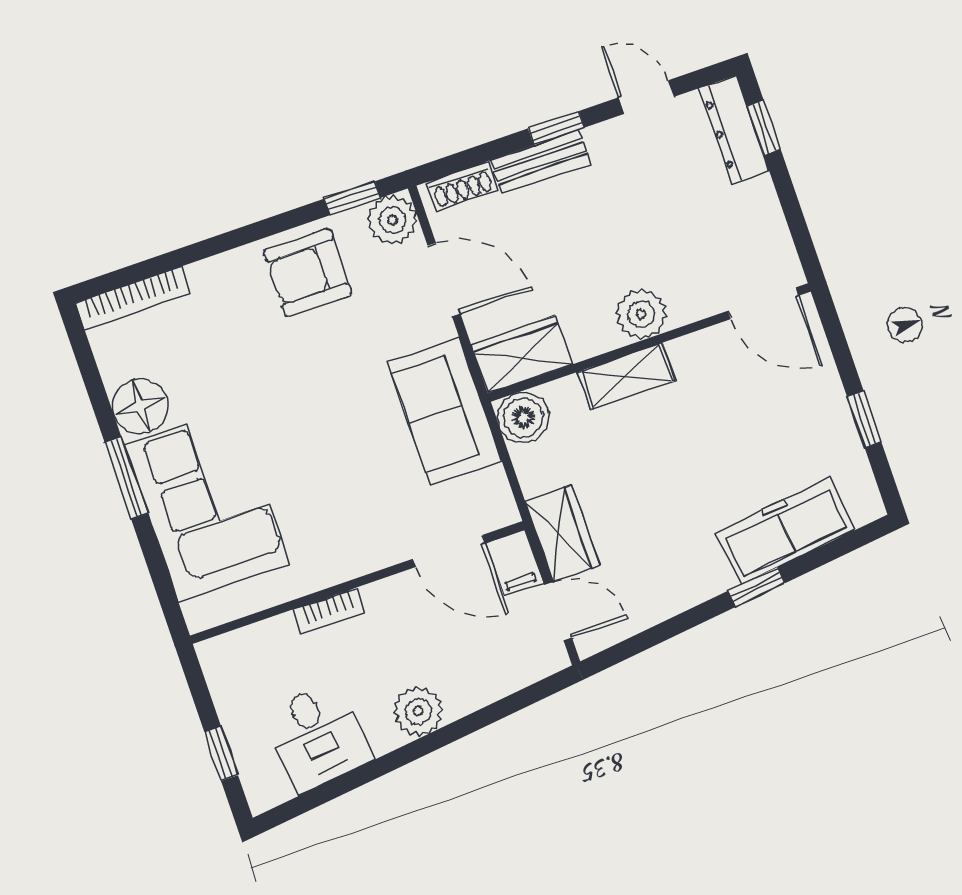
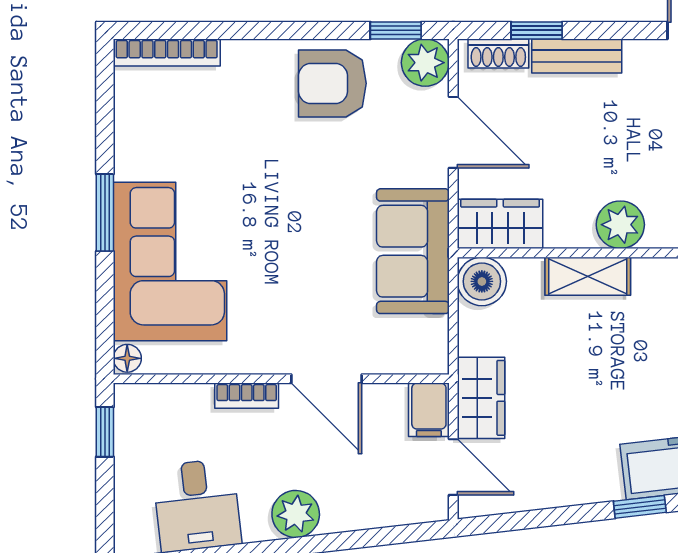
window: (556, 128) -> (537, 30), moved
floor lamp: (140, 406) -> (127, 358), moved, width x0.53, depth x0.53
door: (449, 551) -> (326, 379), moved
window: (221, 753) -> (105, 432), moved

